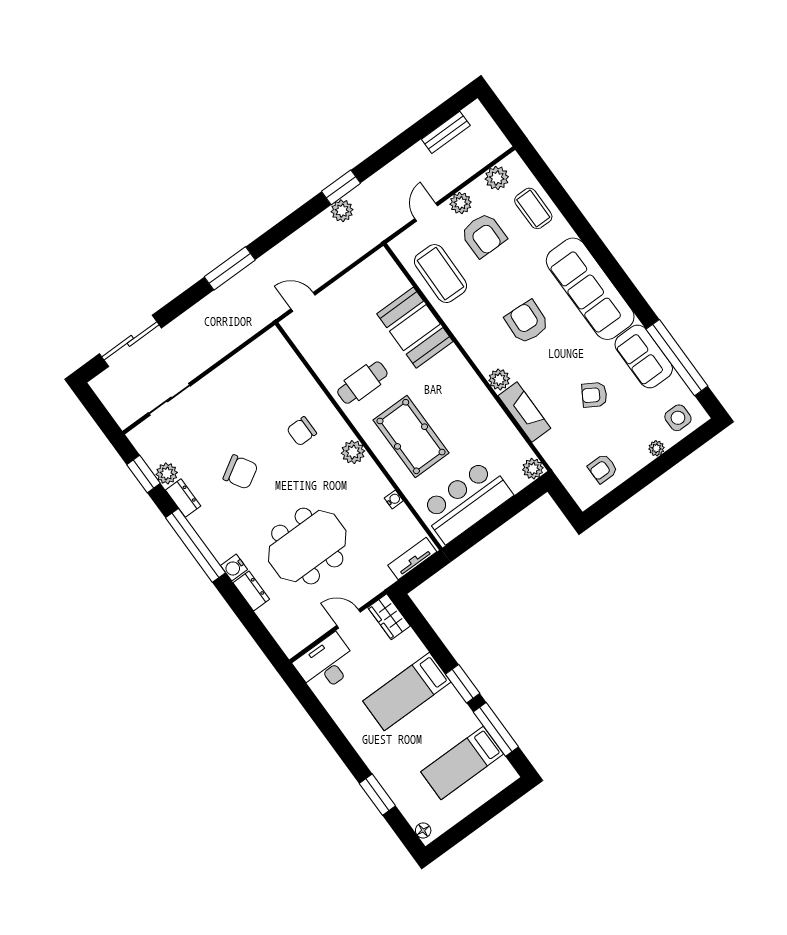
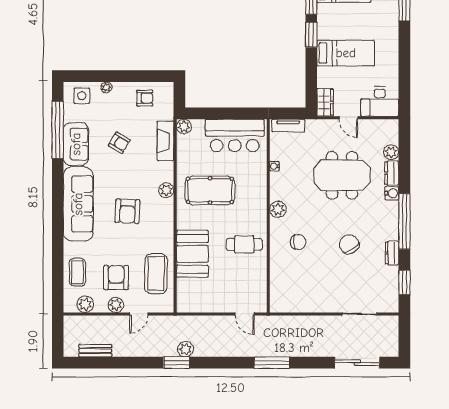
fireplace: (524, 412) -> (166, 141), moved
pool table: (411, 437) -> (210, 190), moved, turned 90
plant: (167, 473) -> (391, 152), moved

